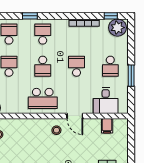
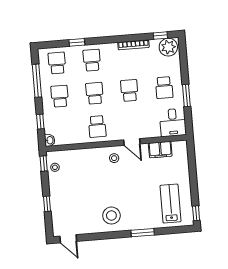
school desk: (43, 66) -> (95, 93), turned 180
school desk: (43, 98) -> (97, 126), width x0.54
desk: (106, 101) -> (173, 122), moved
filing cabinet: (107, 126) -> (160, 150), width x2.00

